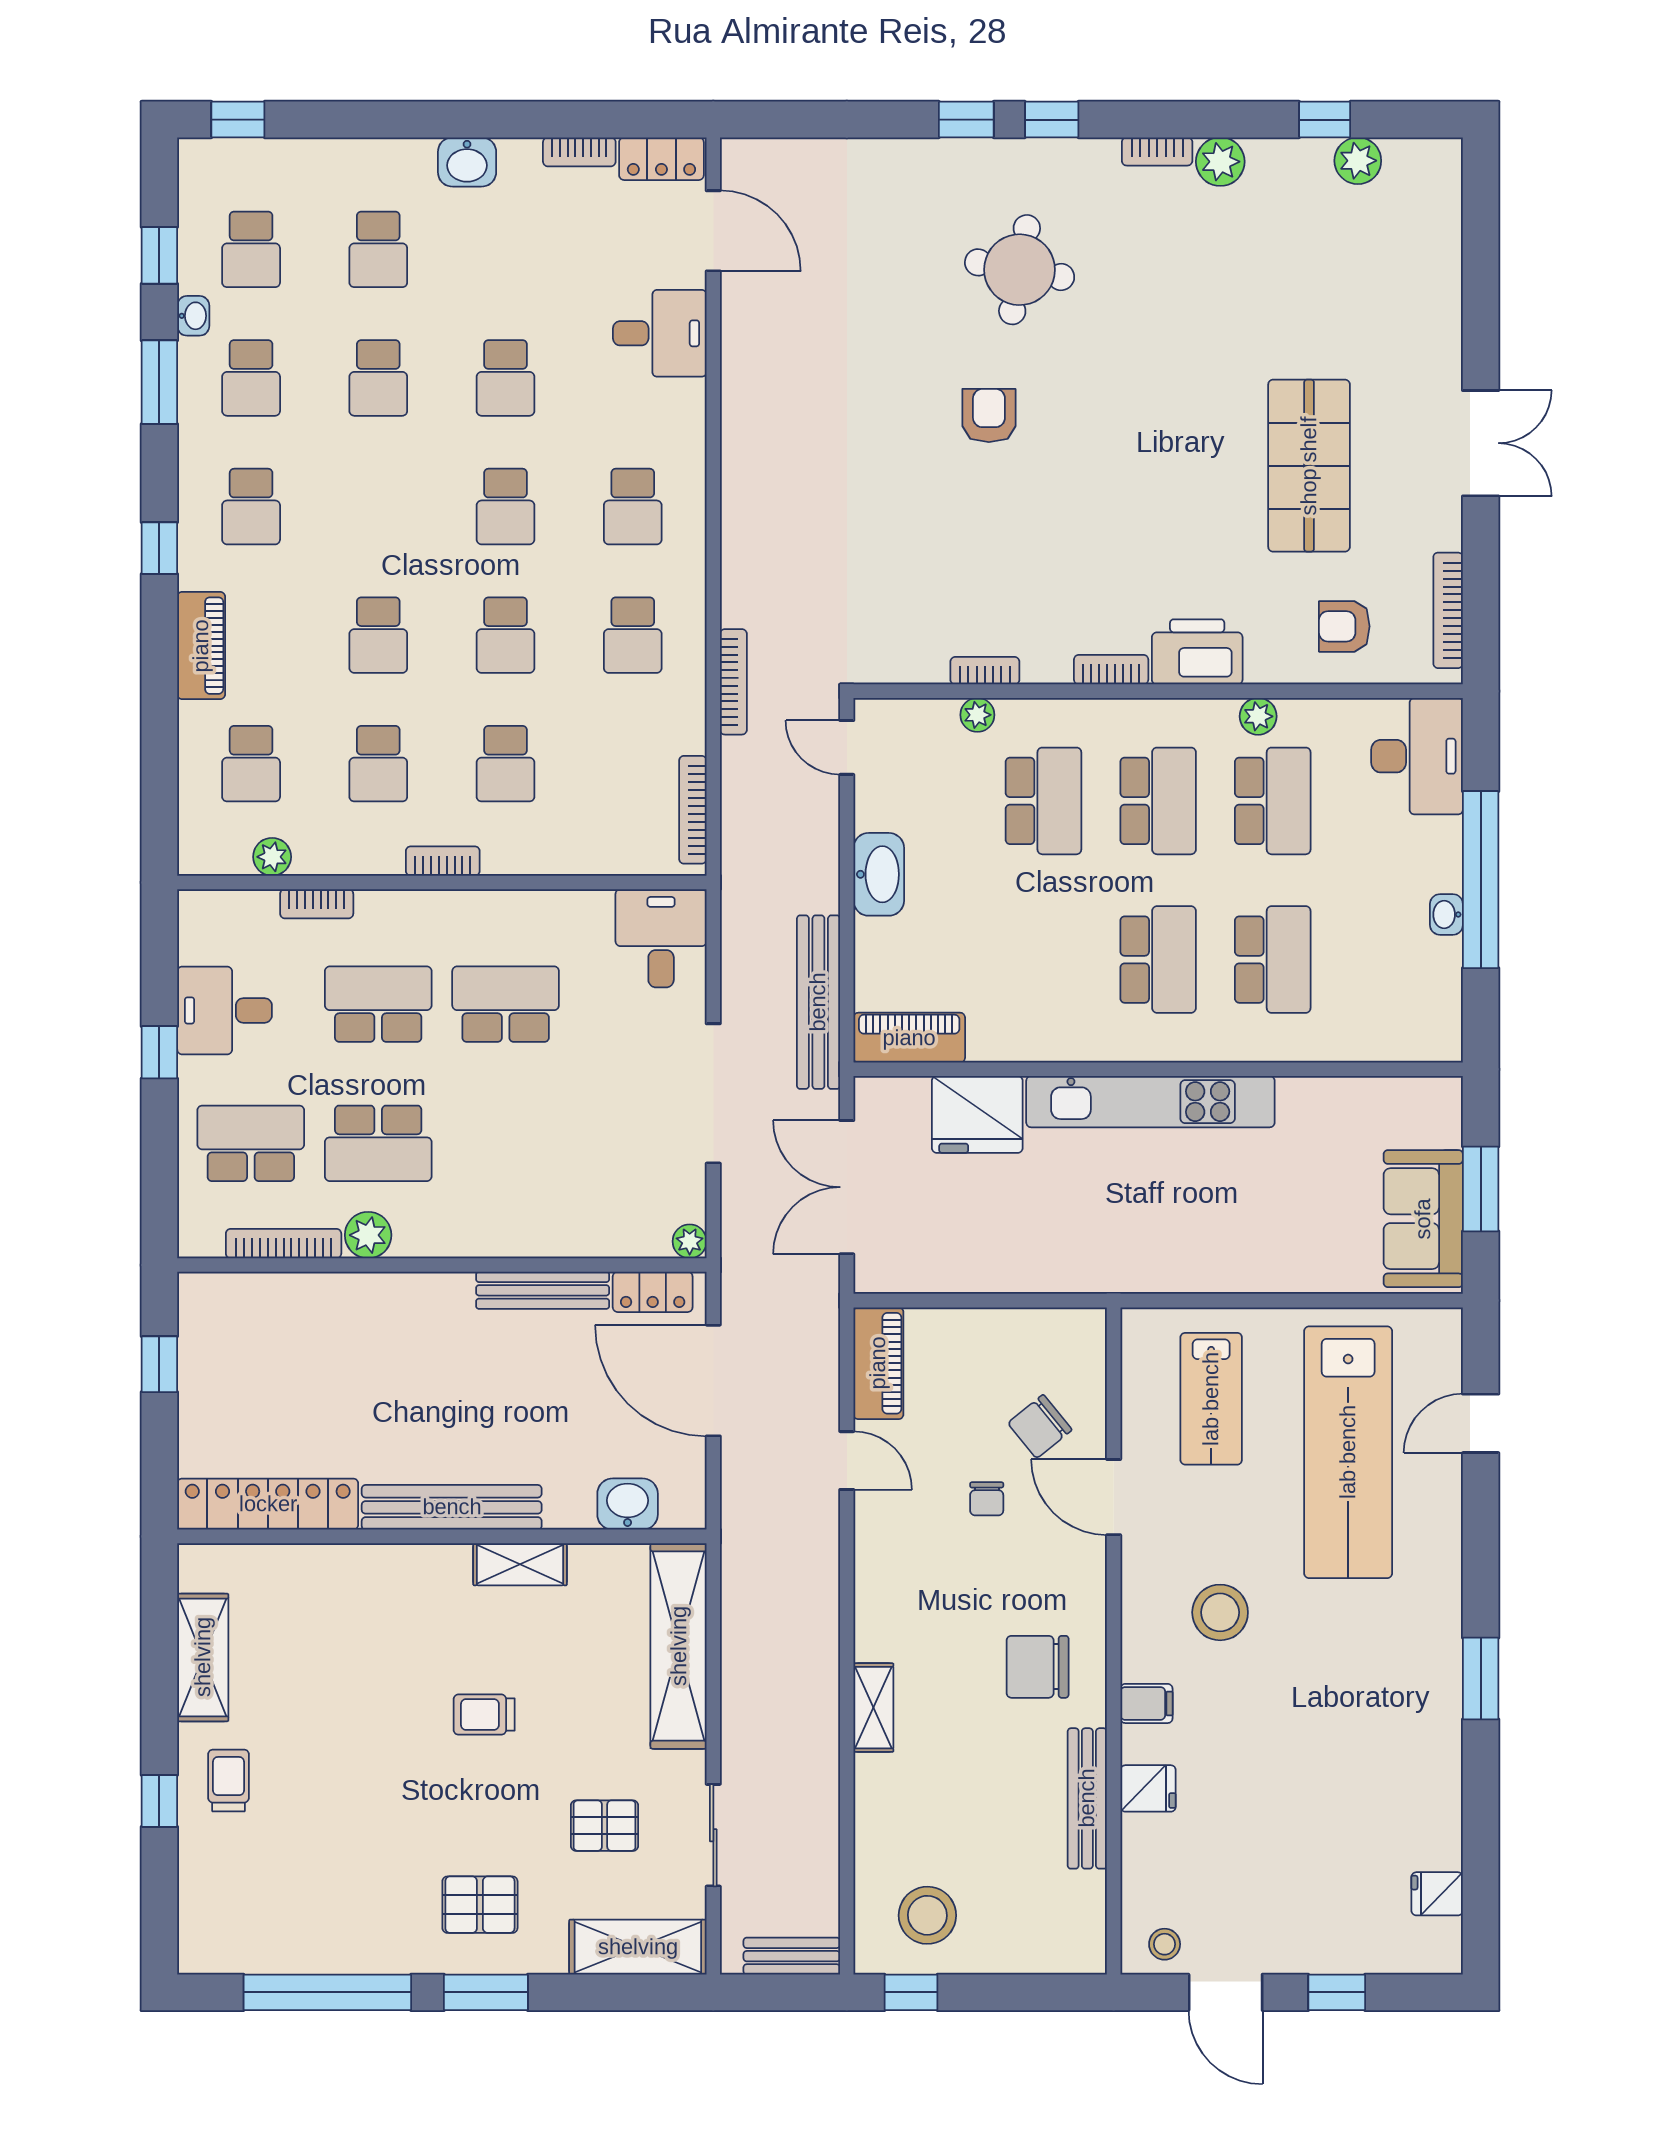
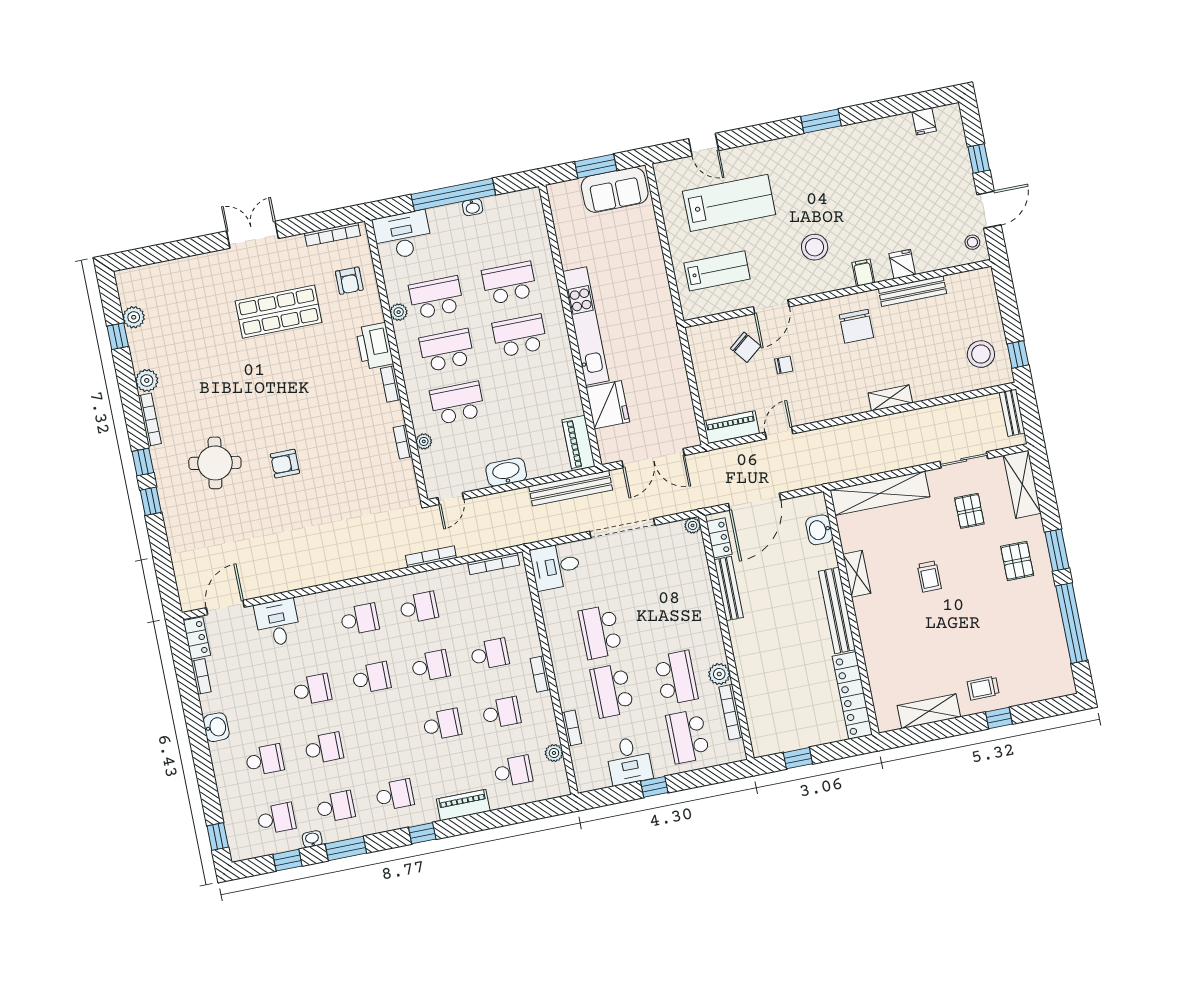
bookcase: (1157, 151) -> (150, 420), width x1.56
lab bench: (1348, 1452) -> (729, 203), width x0.73

